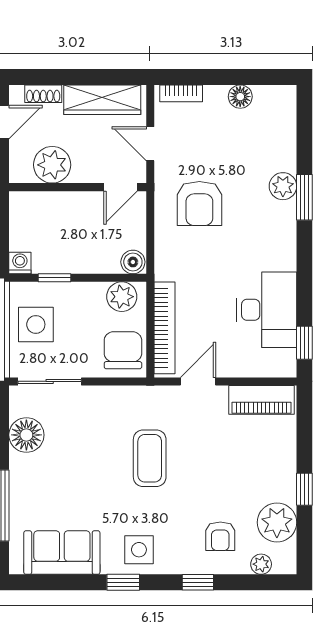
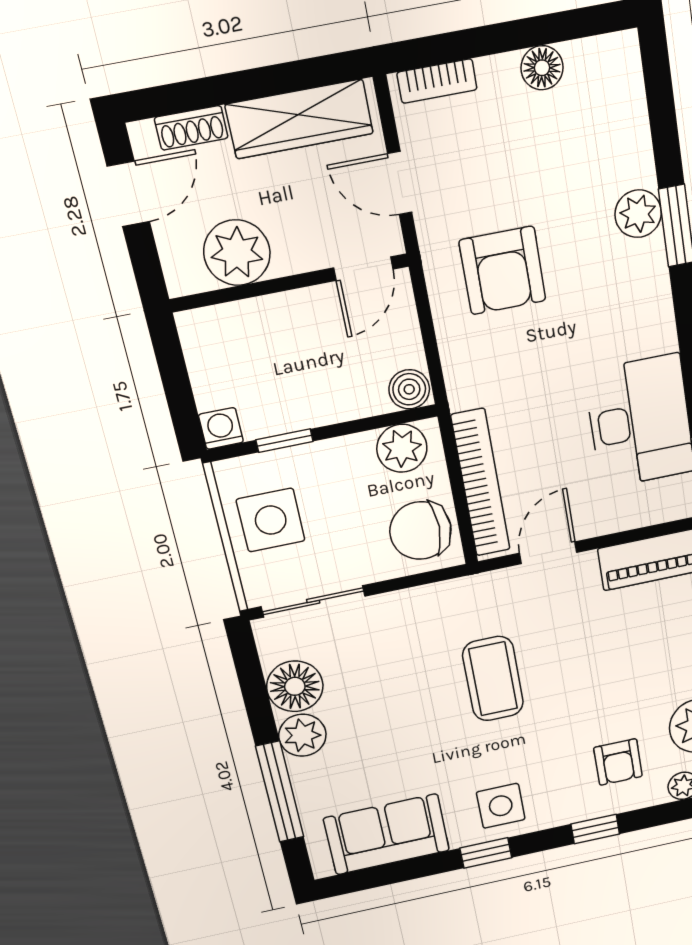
chair: (123, 350) -> (420, 531), turned -90
plant: (24, 469) -> (302, 735), added

